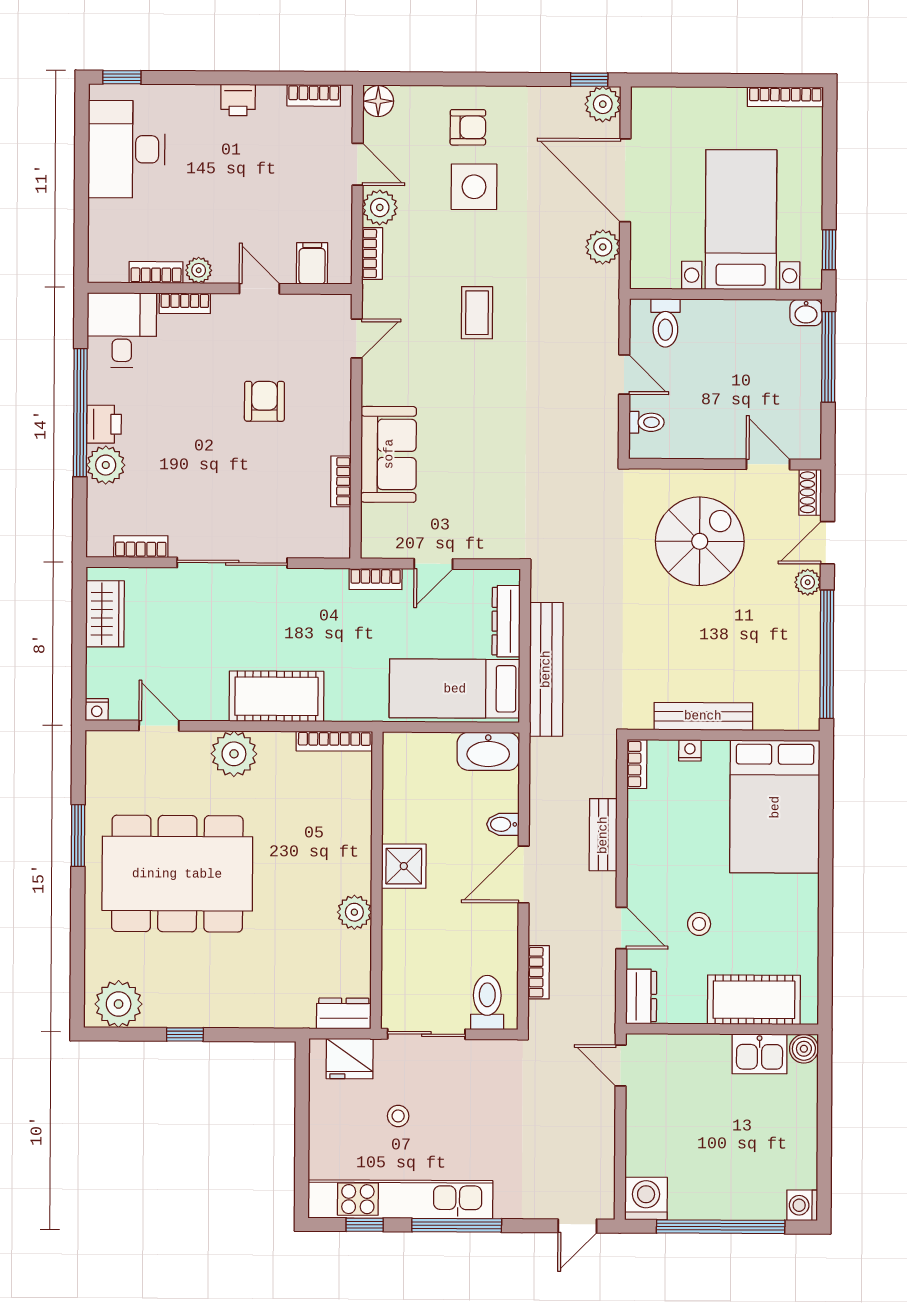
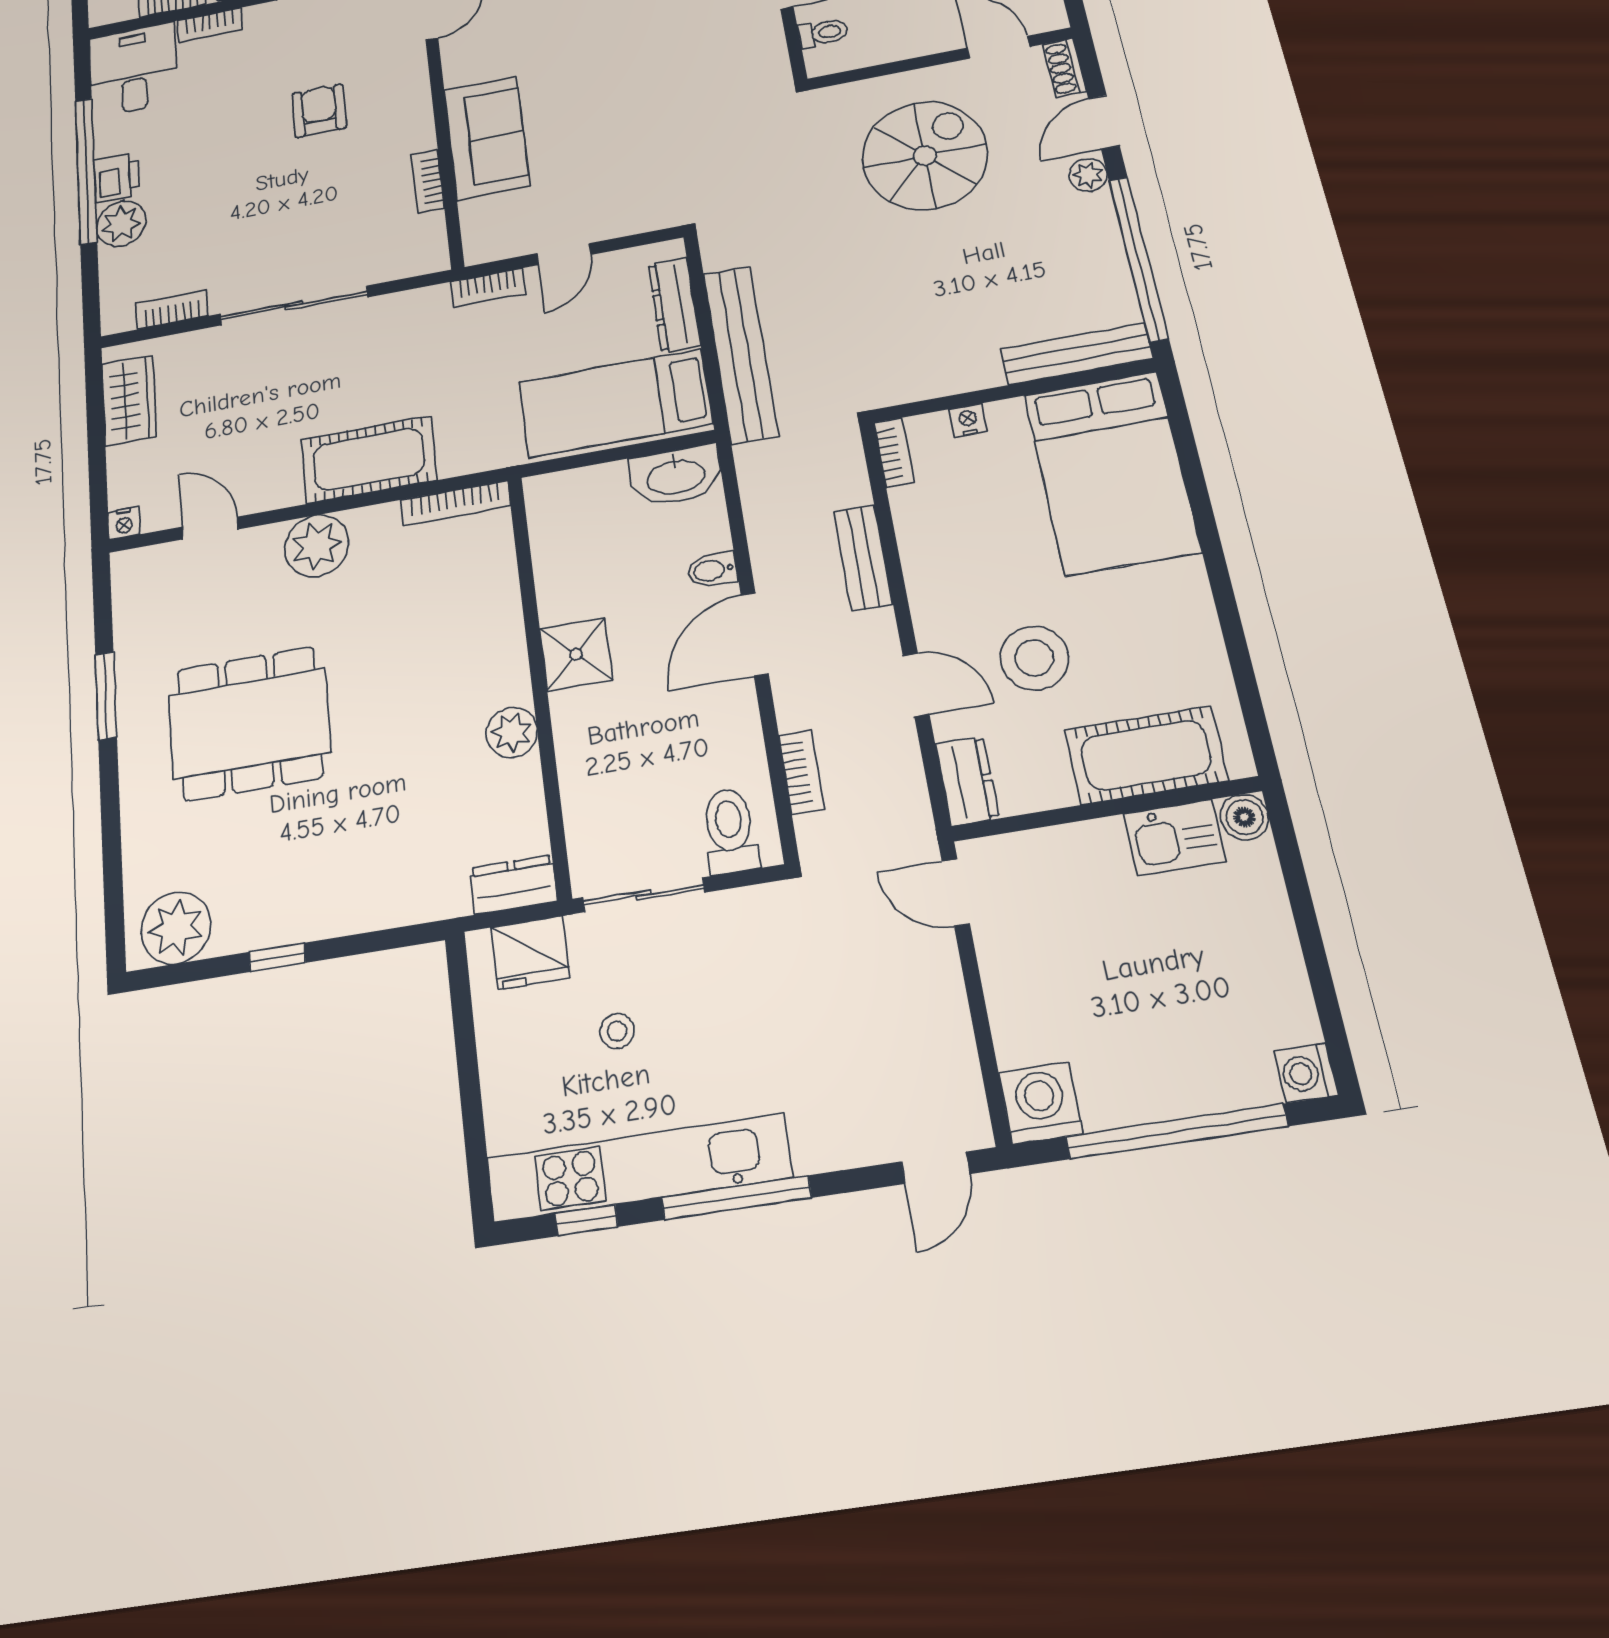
bench: (703, 716) -> (1076, 354), moved
dining table: (177, 874) -> (249, 723), width x0.73, depth x0.80
stool: (699, 924) -> (1034, 658), width x1.89, depth x1.89

